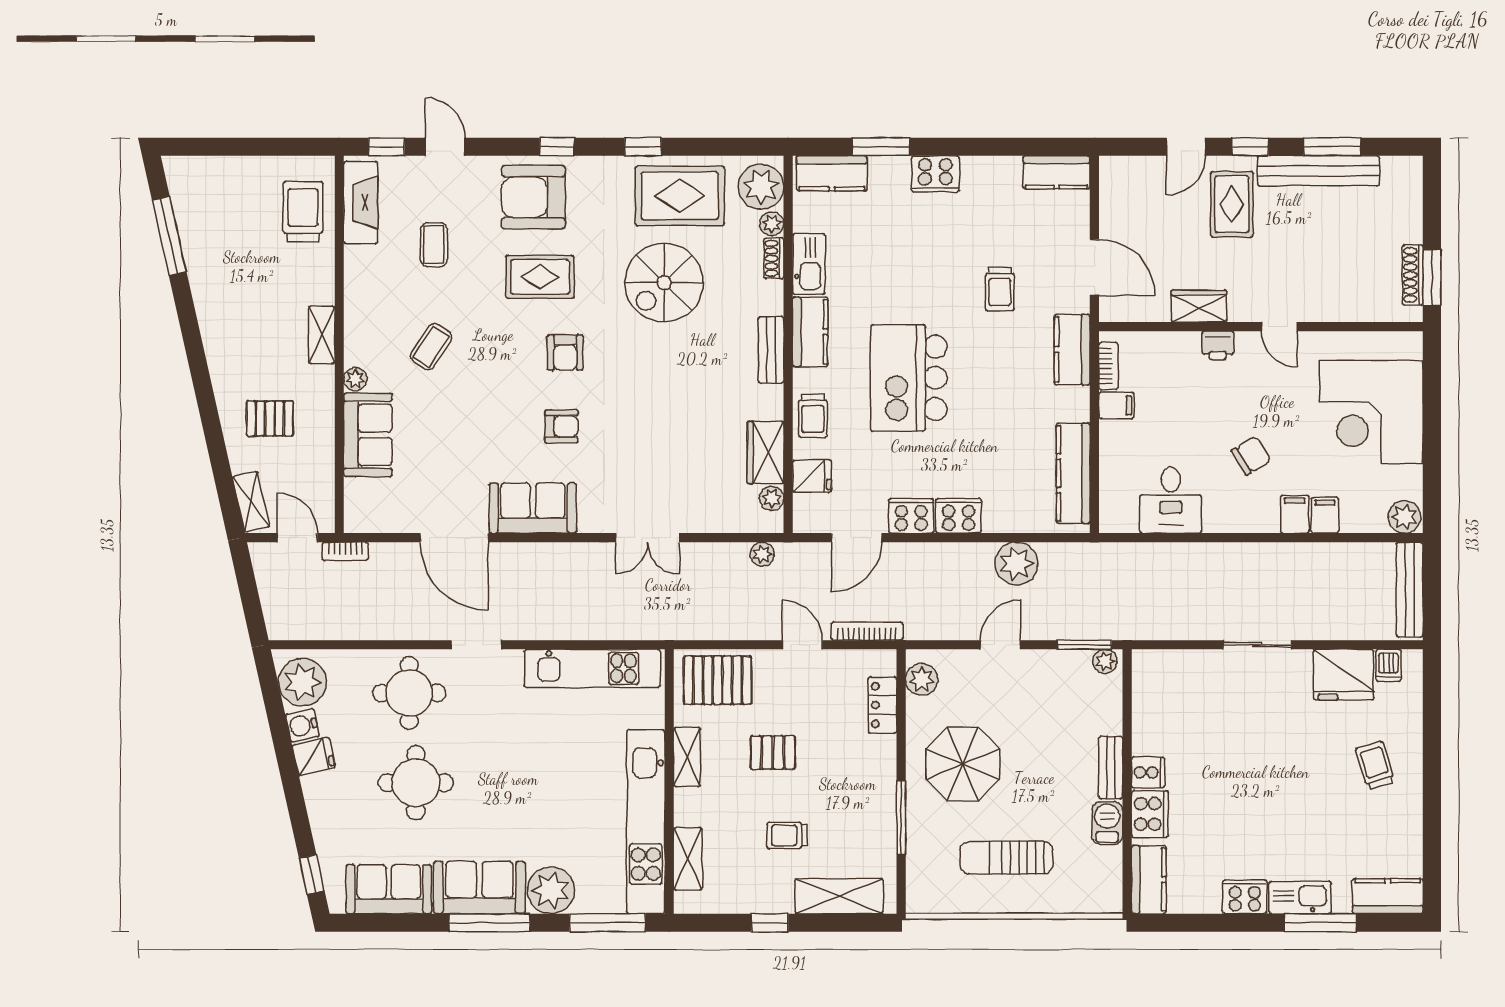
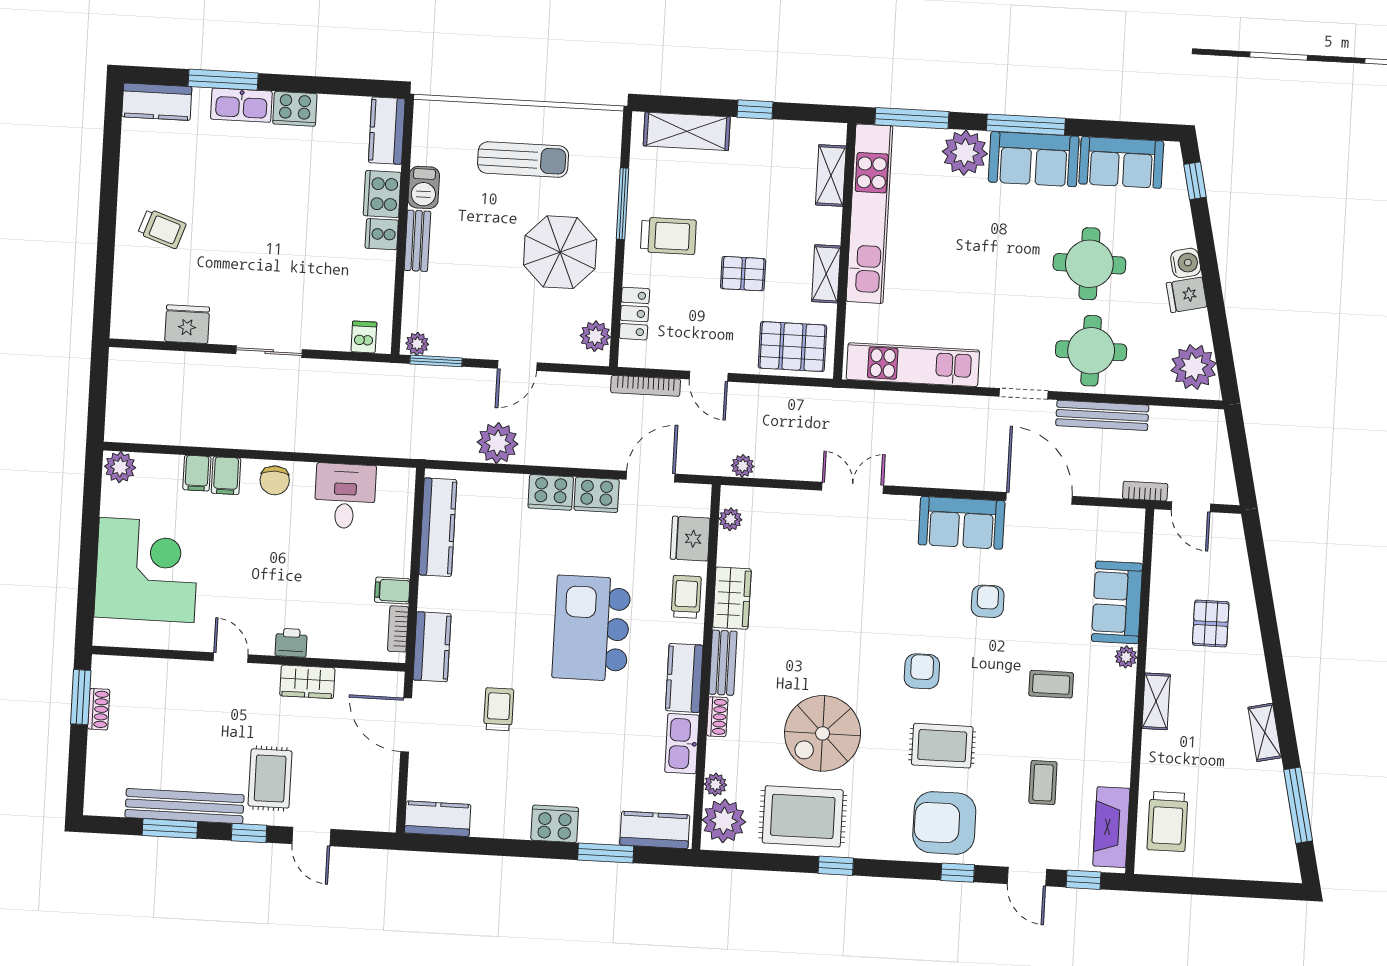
window: (557, 147) -> (958, 873), moved
door: (1186, 147) -> (311, 837), swing flipped
armchair: (533, 197) -> (944, 823), turned 180
shoe rack: (774, 258) -> (717, 717), moved
shoe rack: (1413, 275) -> (99, 709), width x0.70
spiral stairs: (664, 283) -> (823, 733), turned 180
coffee table: (431, 347) -> (1051, 684), turned 57
kitchen island: (909, 378) -> (591, 628), turned 180
pallet: (270, 418) -> (1211, 623), turned 90
armchair: (561, 426) -> (988, 601), moved, turned 90
wardrobe: (766, 453) -> (732, 598), moved
chair: (1251, 456) -> (275, 480), moved, turned -59
fridge: (812, 476) -> (690, 539), width x1.38
shelving: (251, 502) -> (1265, 732), moved
bench: (1410, 590) -> (1102, 415), moved, turned 90
dishwasher: (1389, 665) -> (364, 337), moved
fridge: (1344, 675) -> (187, 324), width x0.73, depth x0.75
water cooler: (302, 725) -> (1186, 263), moved
trolley: (1375, 765) -> (162, 229), turned -54
trolley: (787, 835) -> (668, 236), moved, width x1.36, depth x1.39

